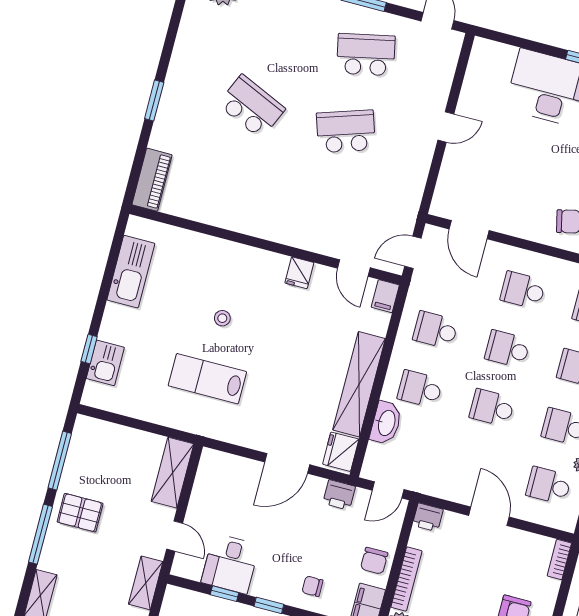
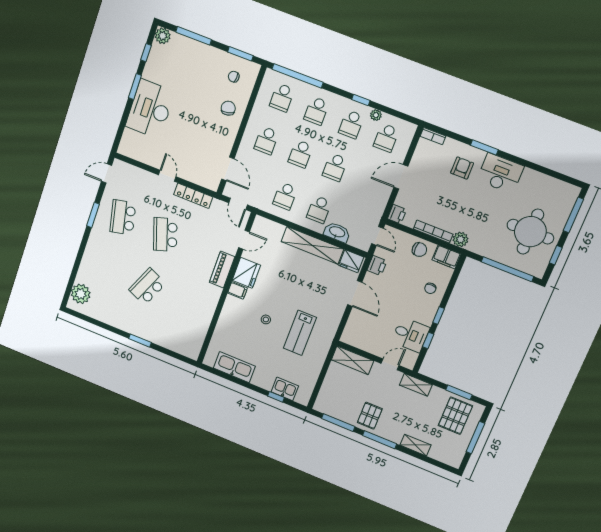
locker: (417, 175) -> (193, 196), added
piano: (152, 180) -> (222, 270), moved, turned -90
door: (469, 230) -> (228, 169), hinge flipped
fridge: (299, 273) -> (246, 273), width x1.88, depth x1.34
filing cabinet: (385, 296) -> (237, 290), moved

